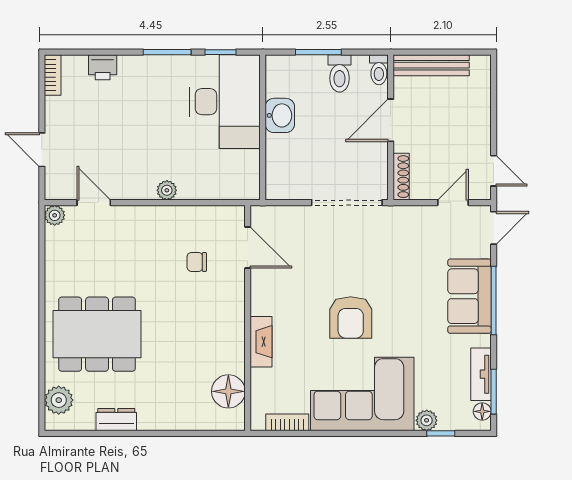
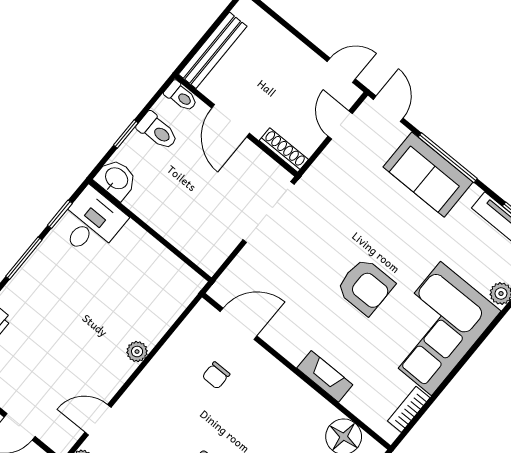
window: (318, 52) -> (126, 134), width x0.67
desk: (225, 102) -> (91, 223), width x0.53, depth x0.77
washbasin: (280, 115) -> (116, 179), moved

